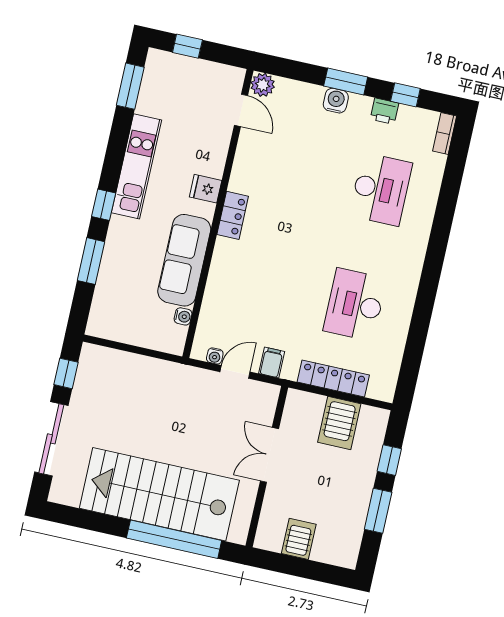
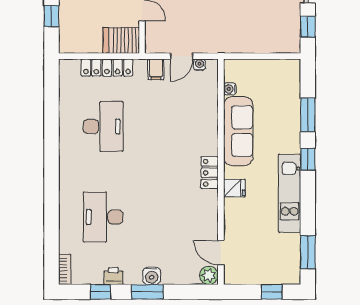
server rack: (339, 423) -> (121, 40), moved, turned -90

